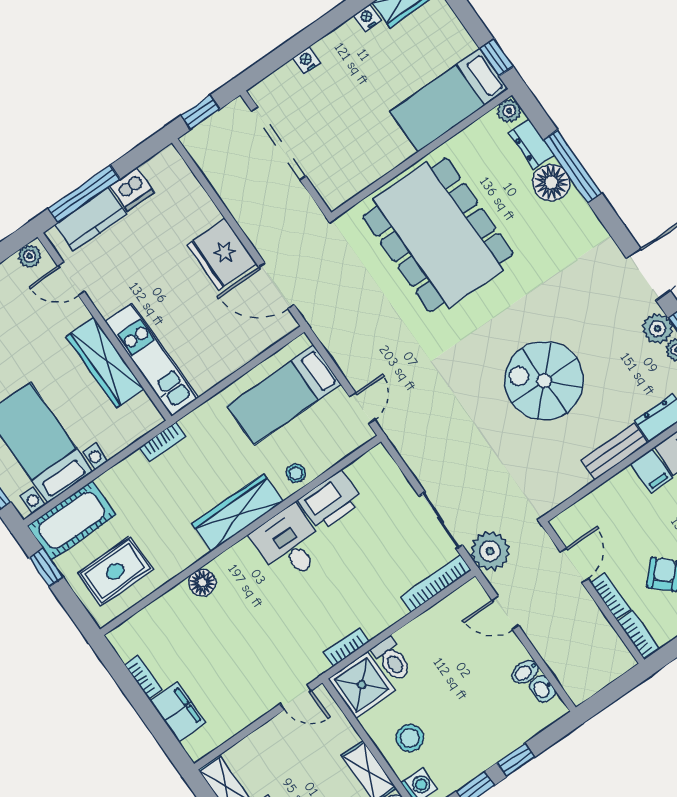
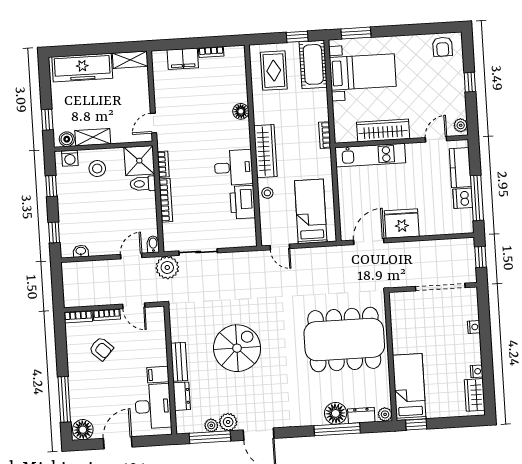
window: (84, 194) -> (477, 198), moved
bookcase: (436, 583) -> (166, 200), moved
bidet: (525, 672) -> (153, 244), moved
window: (516, 760) -> (54, 233), moved

